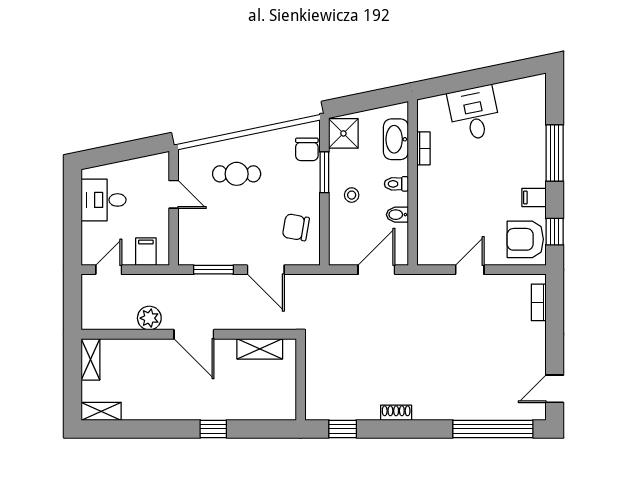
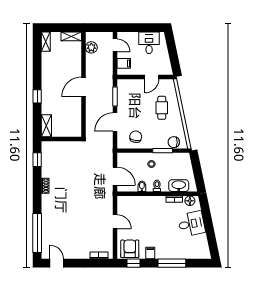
floor lamp: (427, 116) -> (190, 201), added
shower: (343, 133) -> (182, 160), removed
plant: (149, 318) -> (91, 47), moved
shelving: (260, 349) -> (46, 126), moved

